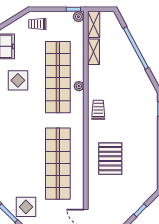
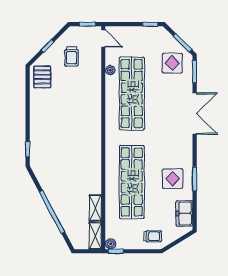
plant: (79, 86) -> (110, 70), moved
trolley: (98, 110) -> (72, 56), moved
pallet: (110, 159) -> (42, 77), moved, width x0.67, depth x0.71
display table: (26, 207) -> (172, 63), moved

